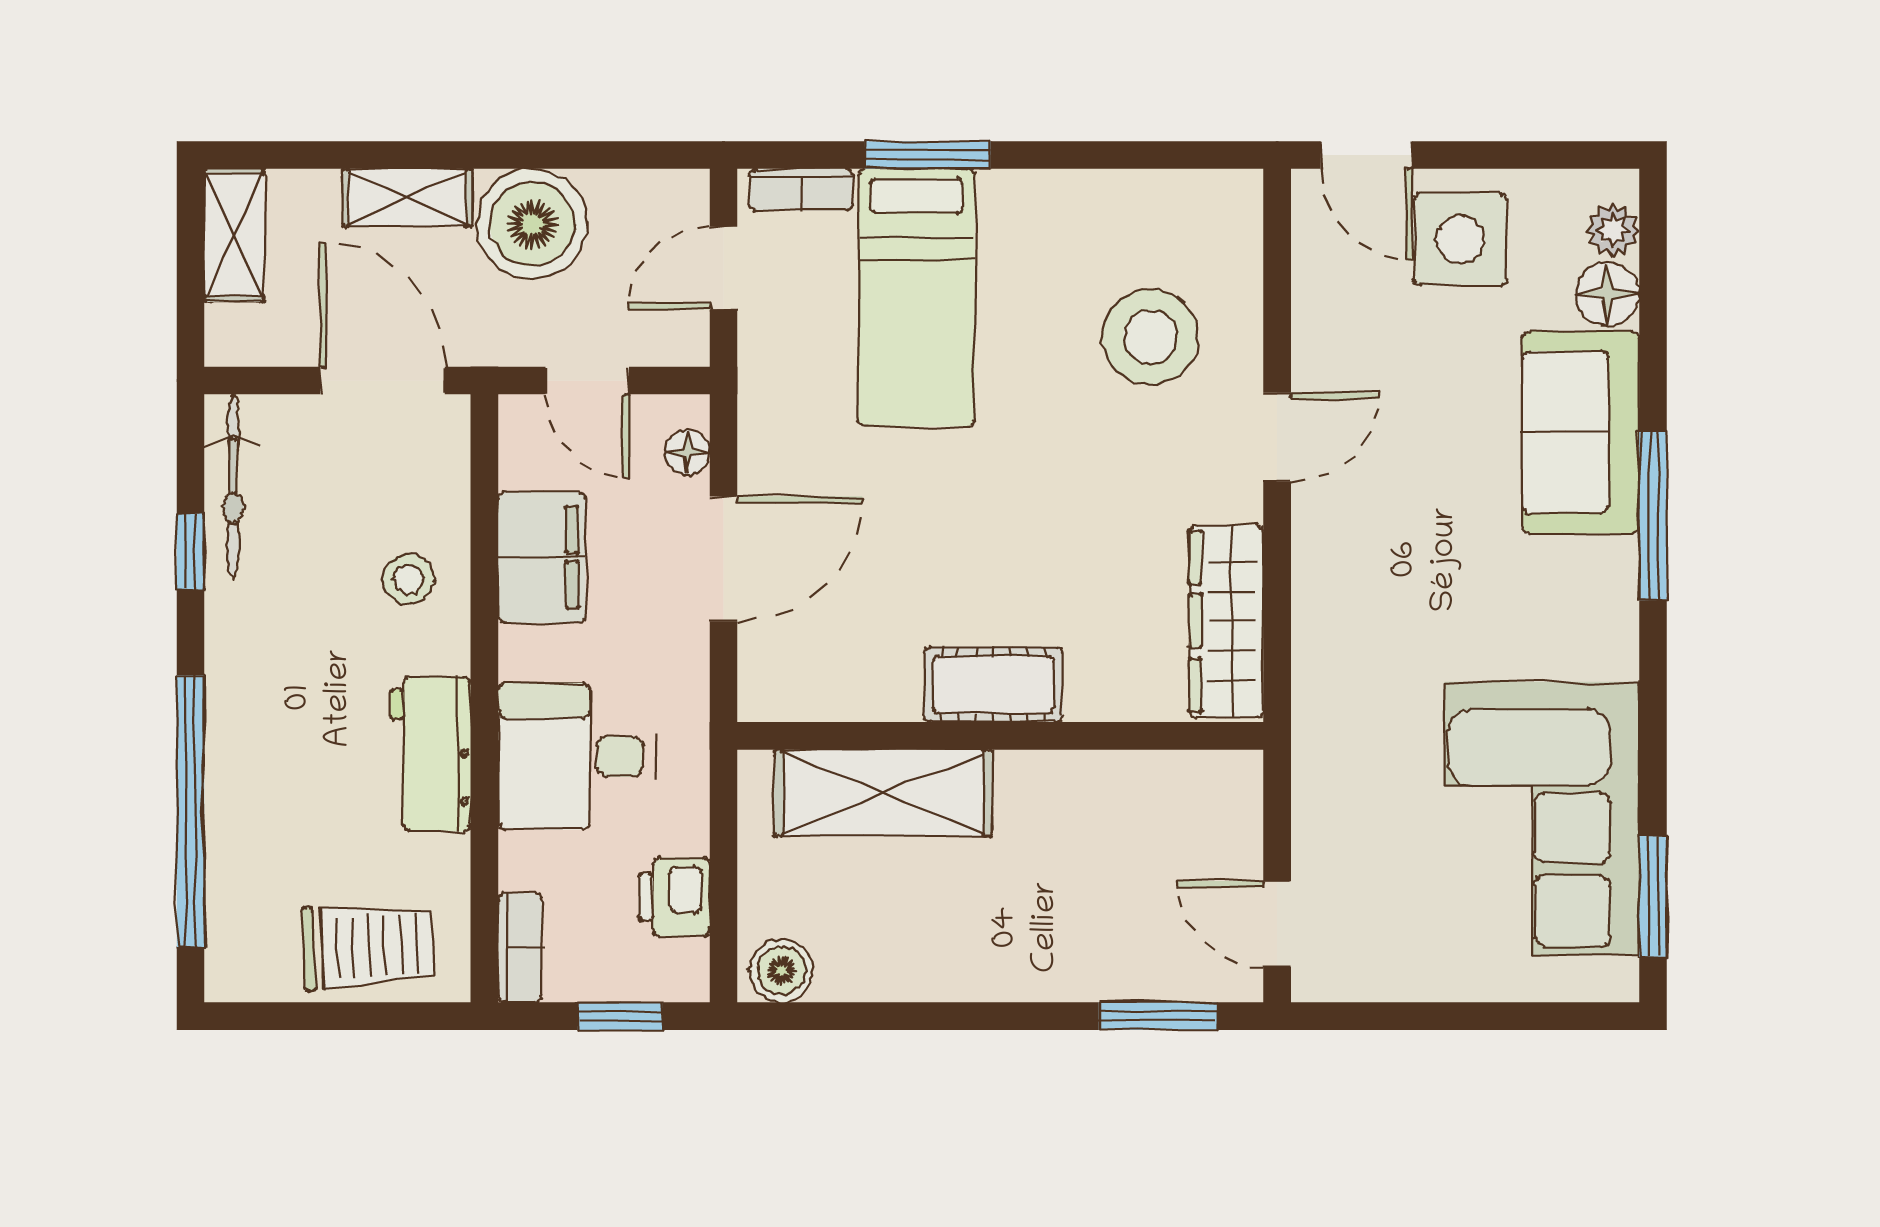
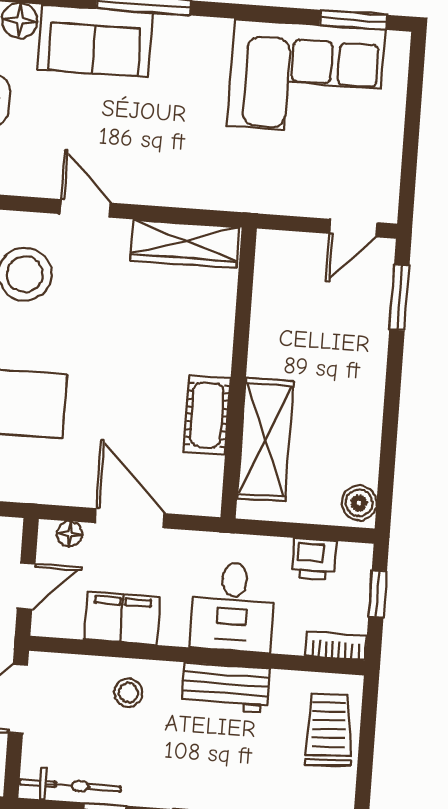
cot: (993, 685) -> (207, 415), moved

